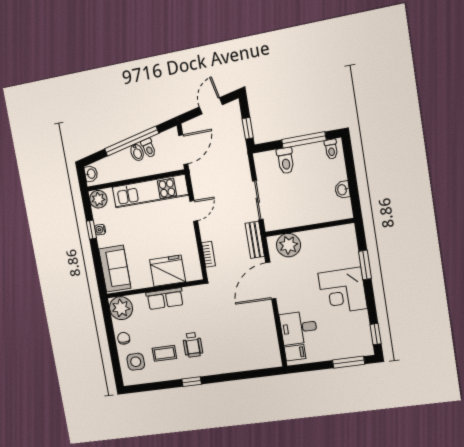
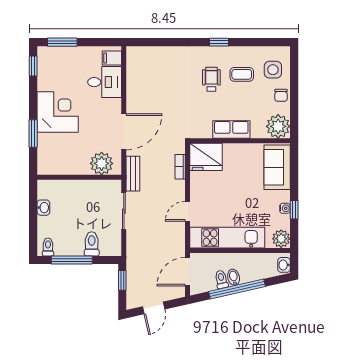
fridge: (167, 271) -> (206, 157), moved

